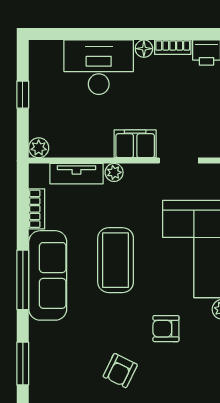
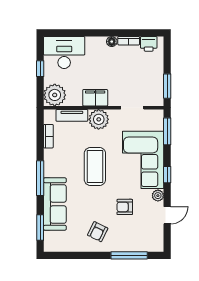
desk: (99, 67) -> (64, 53), moved
filing cabinet: (135, 144) -> (95, 98), moved
plant: (39, 148) -> (55, 95), width x1.88, depth x1.88
plant: (114, 172) -> (99, 119), width x1.88, depth x1.88
sofa: (48, 275) -> (55, 204), moved

